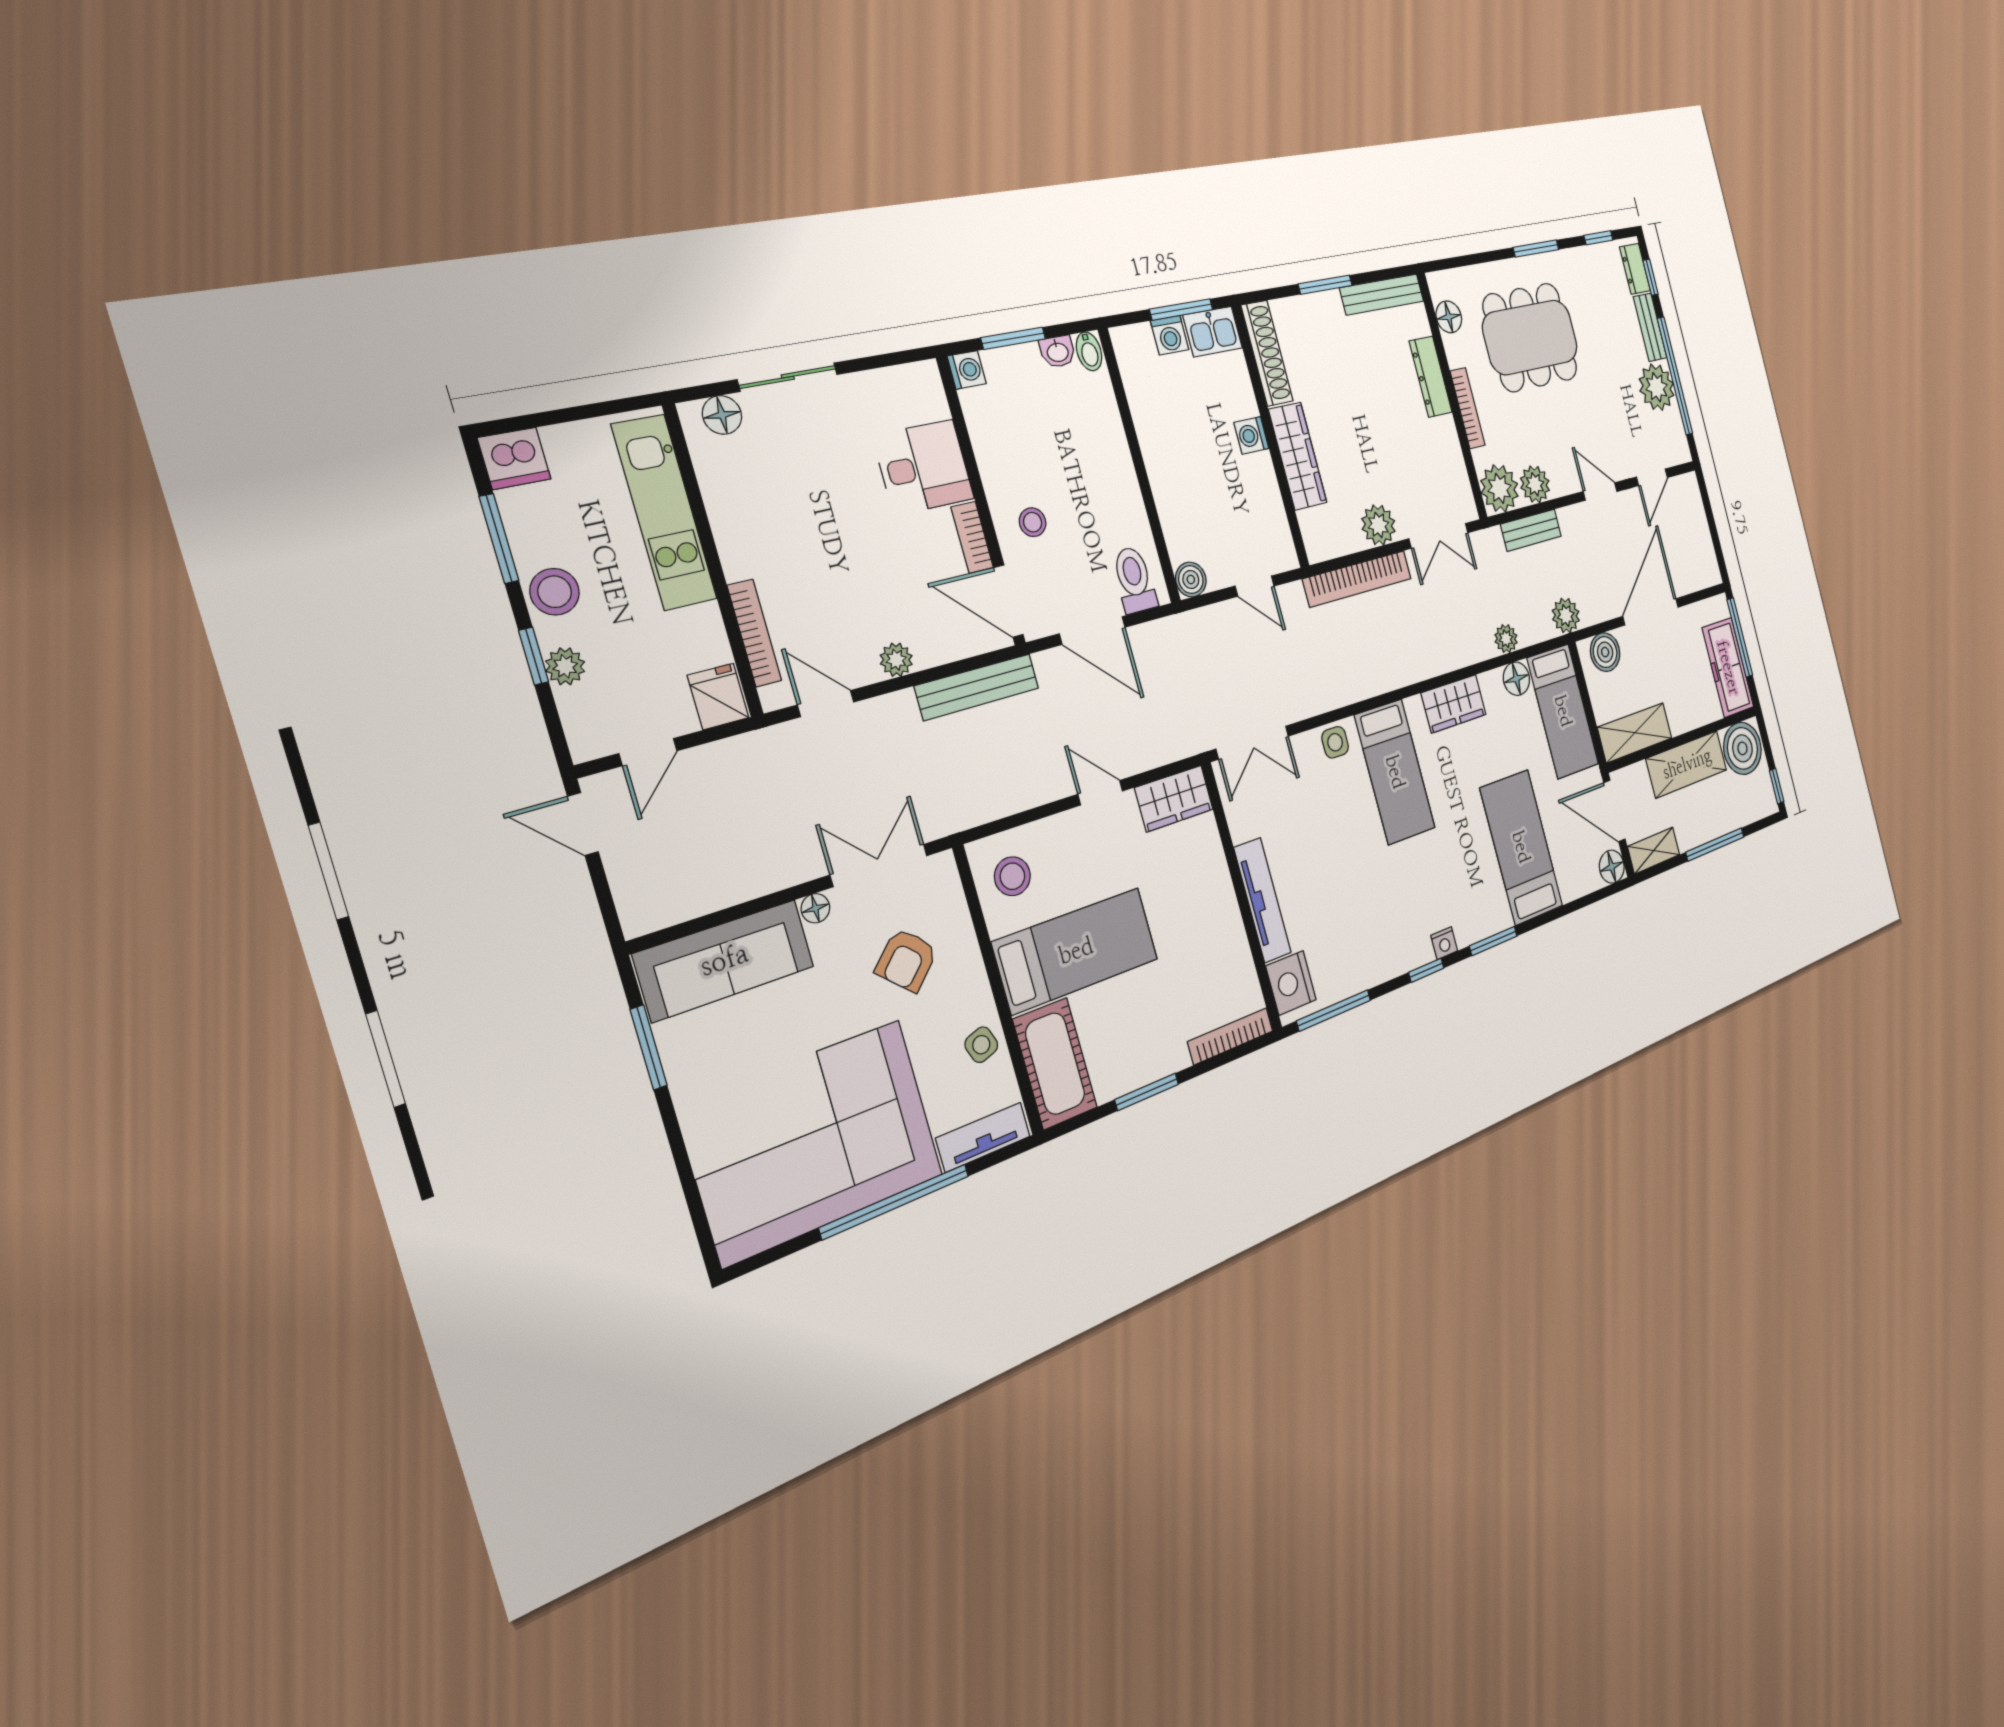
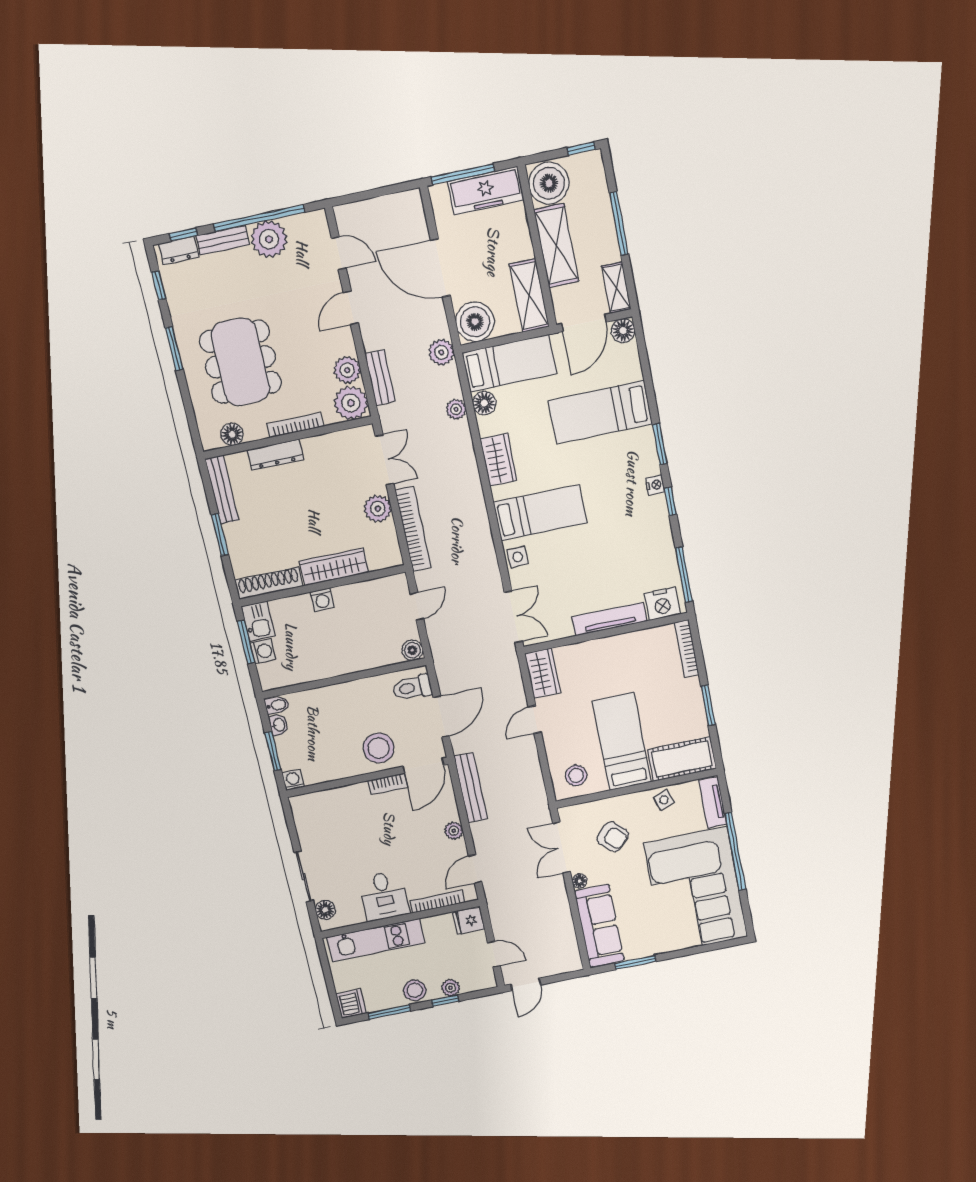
desk: (924, 467) -> (384, 896), moved, turned 180
stool: (1033, 522) -> (379, 748), width x1.89, depth x1.89
boiler: (1605, 652) -> (475, 322), width x1.37, depth x1.37

